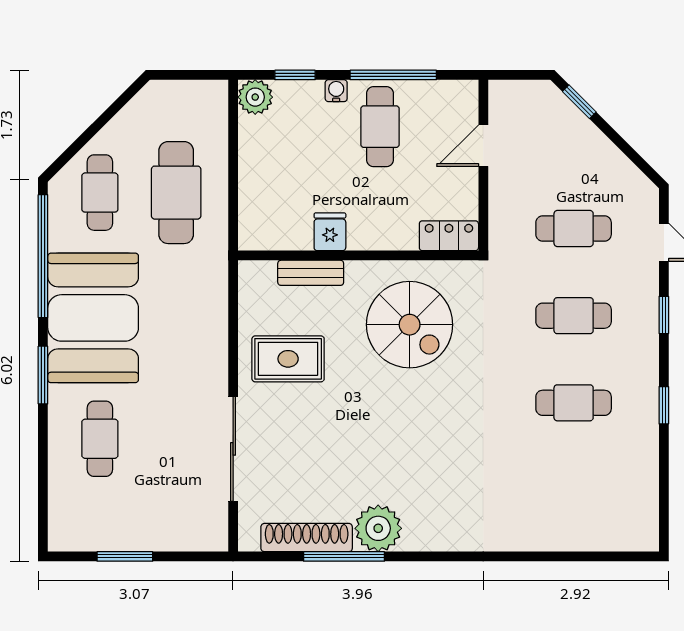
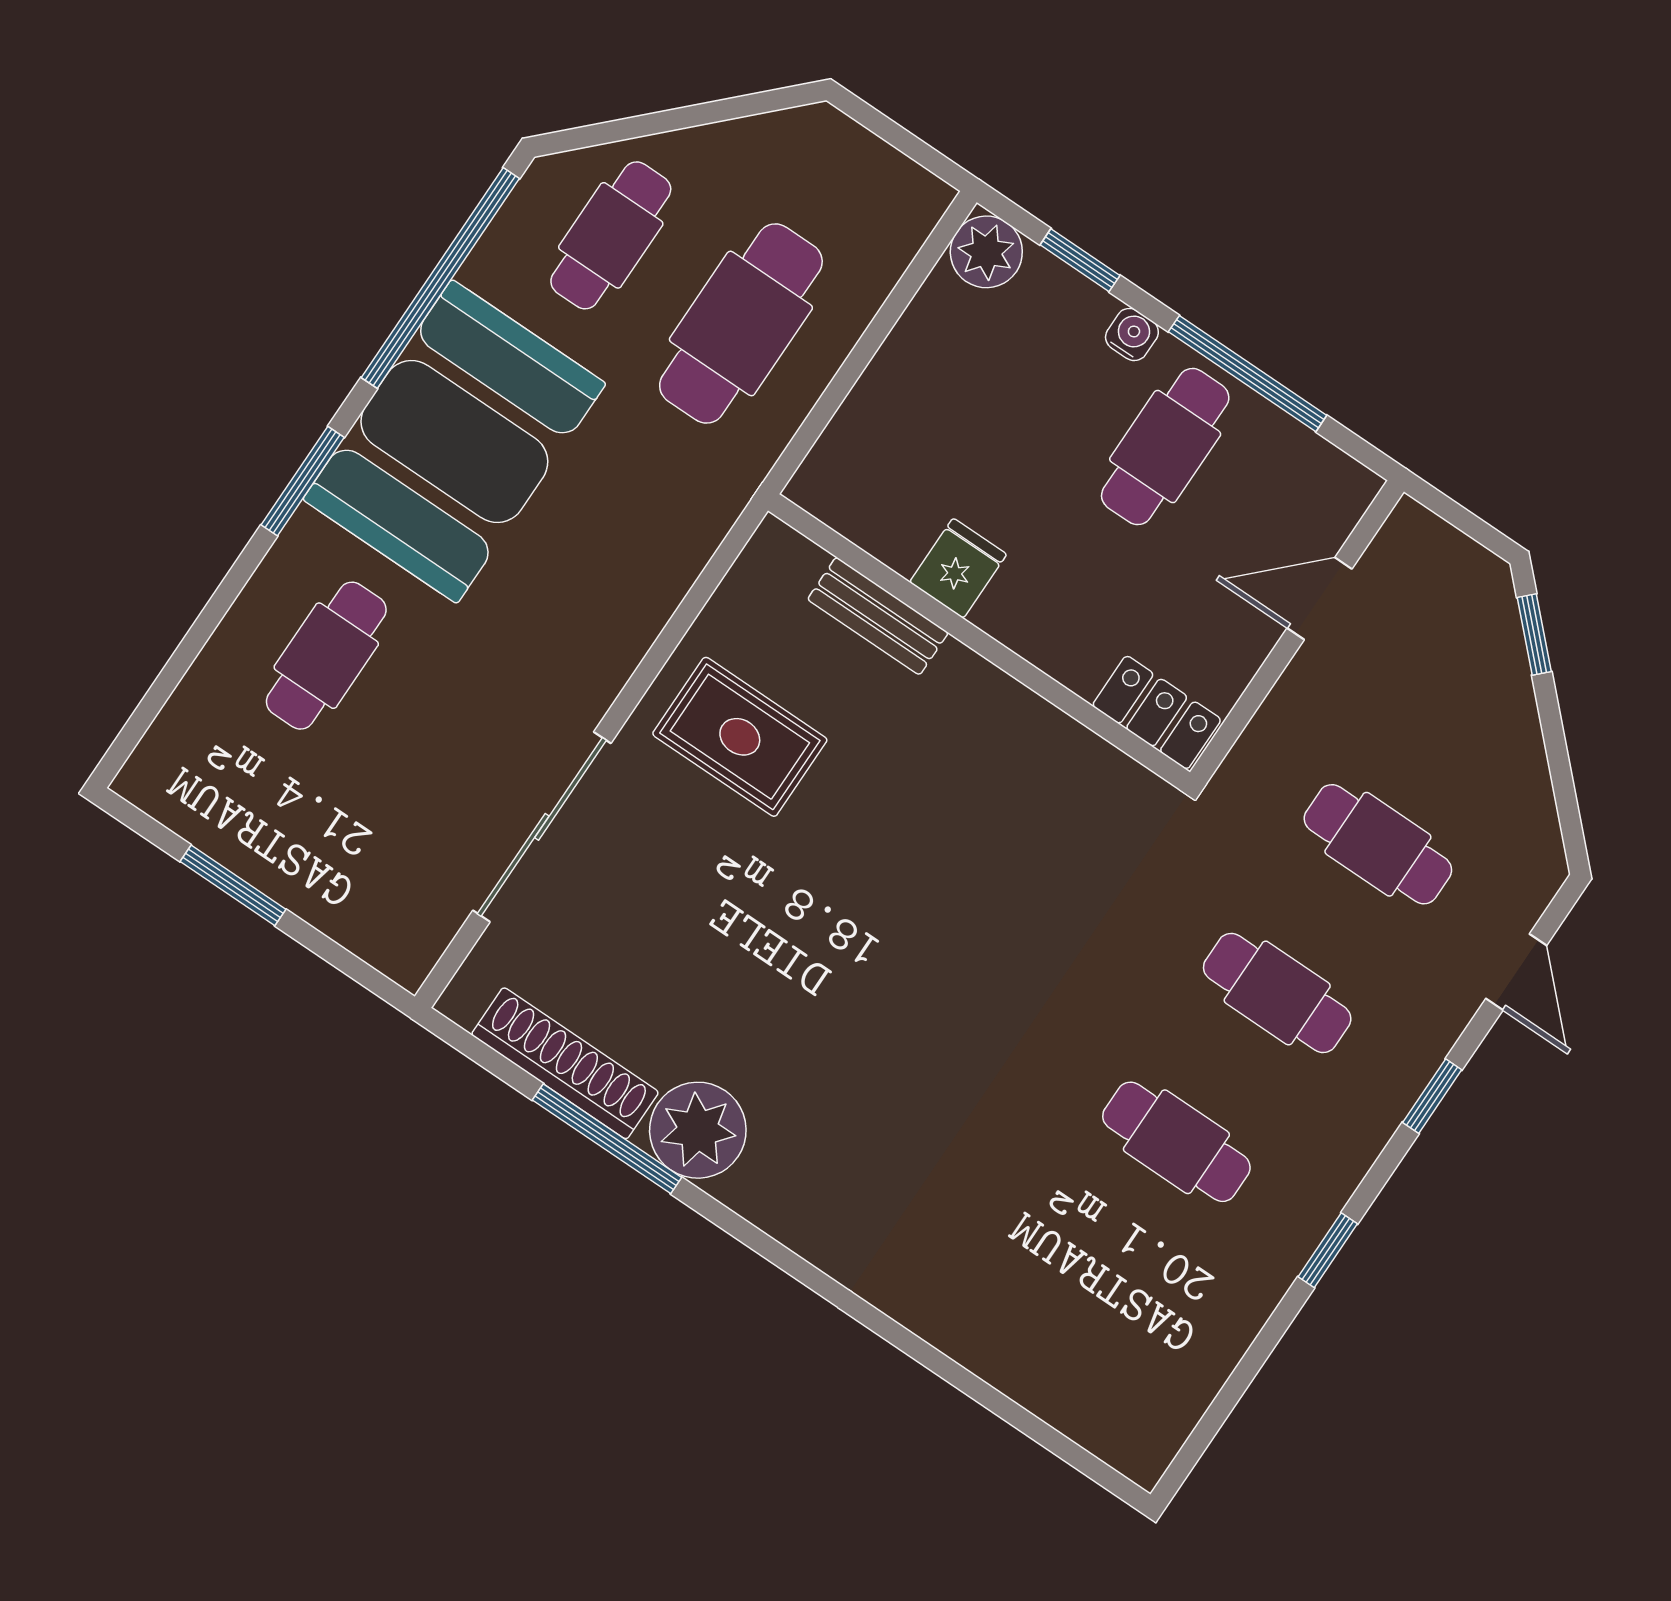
spiral stairs: (410, 325) -> (987, 819), removed

